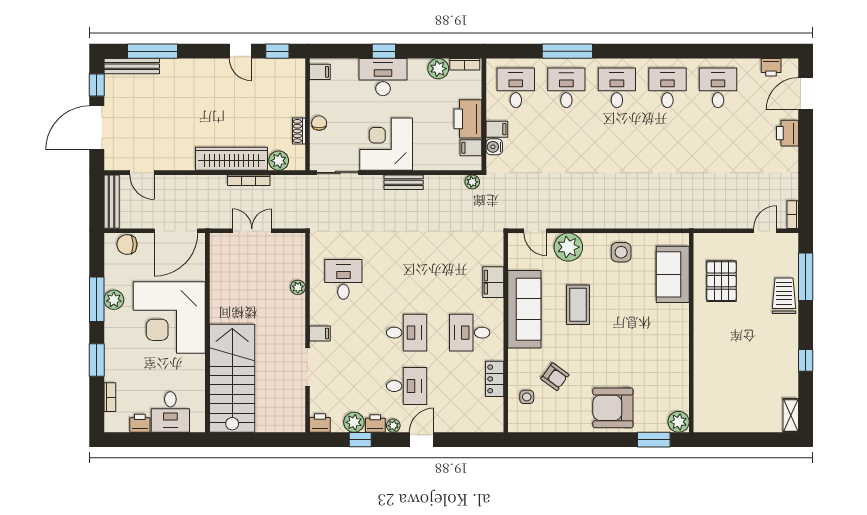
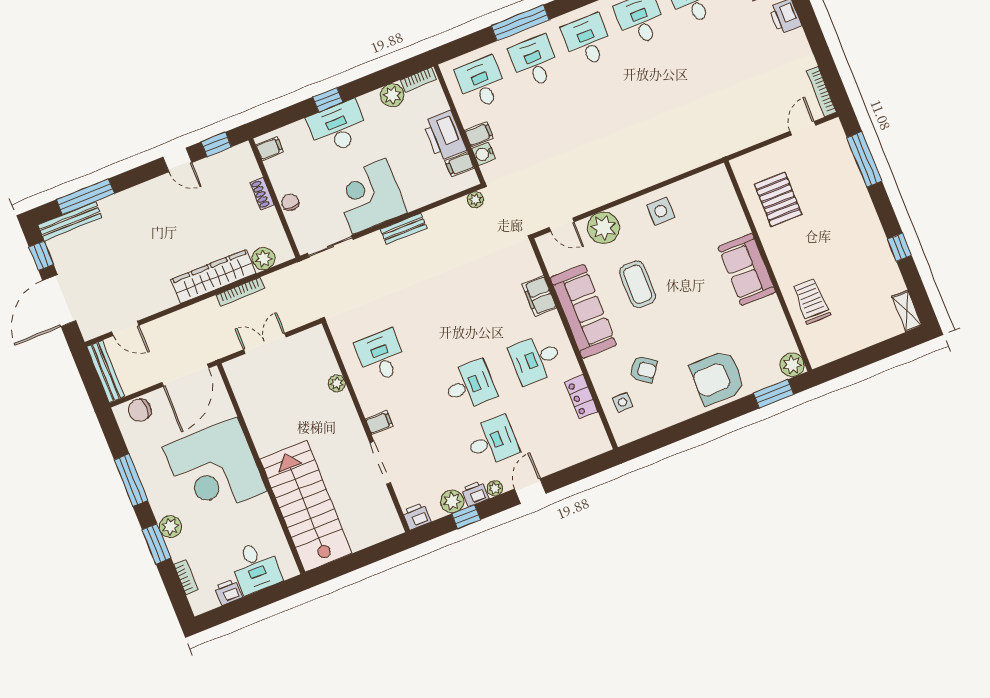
shoe rack: (299, 131) -> (262, 194), moved
bookcase: (793, 215) -> (821, 91), width x1.56
sofa: (673, 274) -> (747, 270), moved
trolley: (784, 296) -> (811, 301), moved
plant: (114, 300) -> (170, 527), moved

